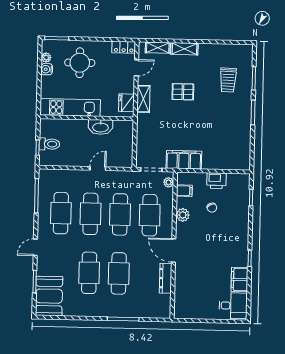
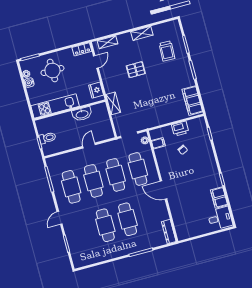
shelving: (184, 49) -> (142, 33), moved
shelving: (143, 99) -> (113, 103), moved
filing cabinet: (184, 160) -> (192, 101), moved, turned -90
plant: (183, 215) -> (163, 162), removed
dresser: (166, 278) -> (169, 232), moved
booth: (49, 296) -> (80, 251), removed

